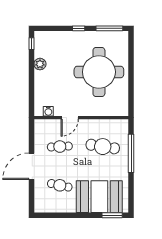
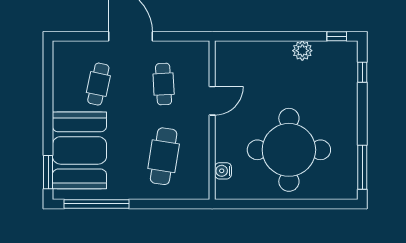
window: (79, 28) -> (362, 72), moved
water cooler: (48, 111) -> (223, 171), moved
door: (70, 118) -> (212, 101), swing flipped
window: (131, 153) -> (96, 204), moved

